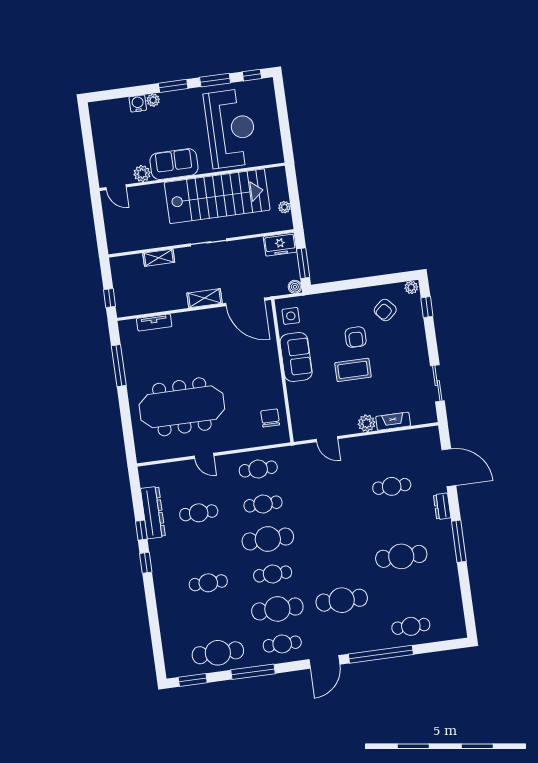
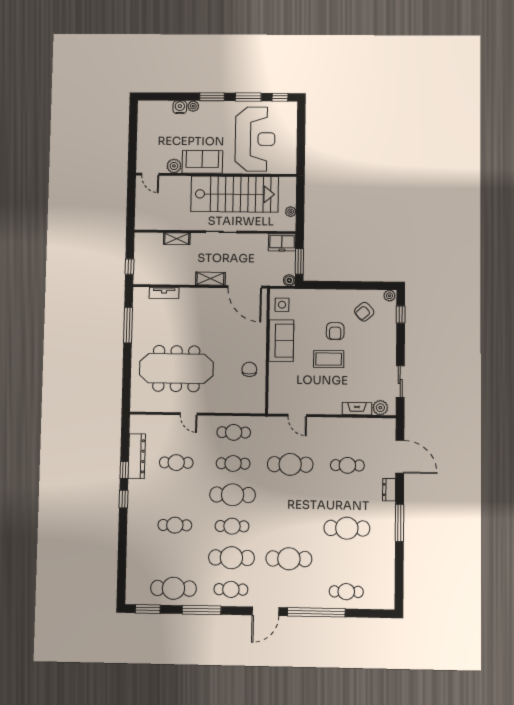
chair: (270, 418) -> (249, 369), moved
plant: (367, 423) -> (380, 408), moved
cafe table: (327, 495) -> (290, 464), added

